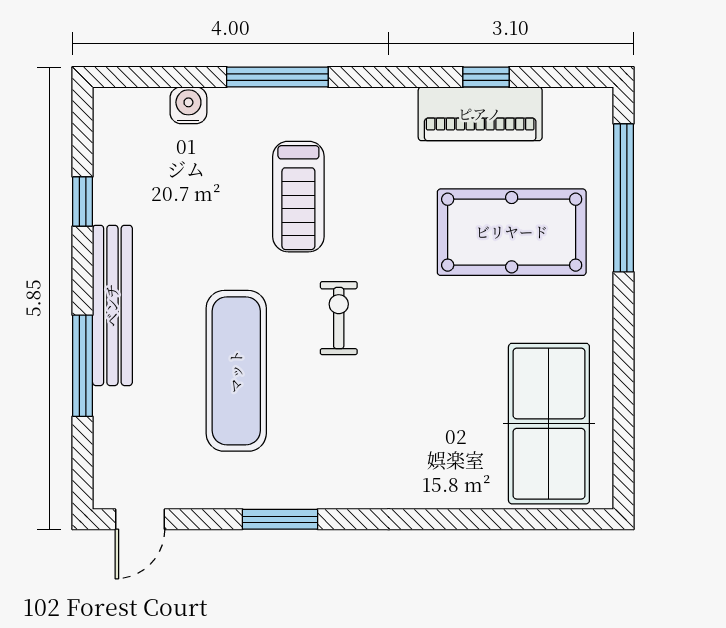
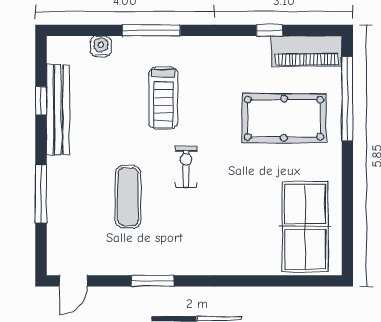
piano: (480, 114) -> (307, 51), moved
bench: (112, 305) -> (58, 110), moved
exercise mat: (236, 371) -> (128, 197), width x0.73, depth x0.69

